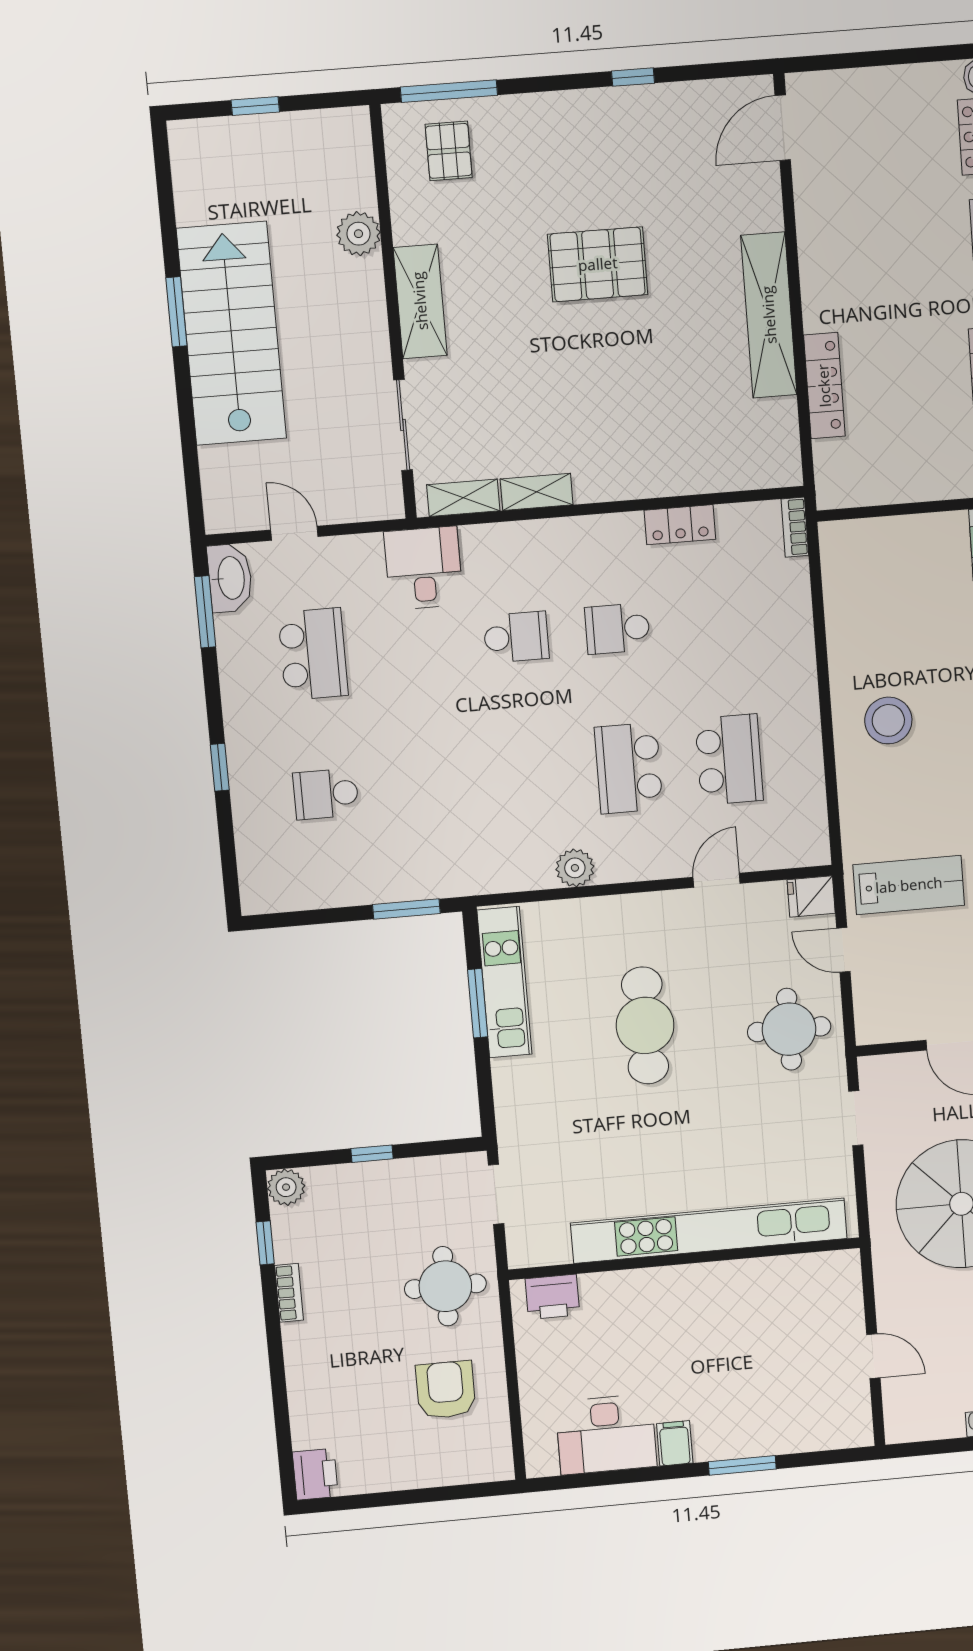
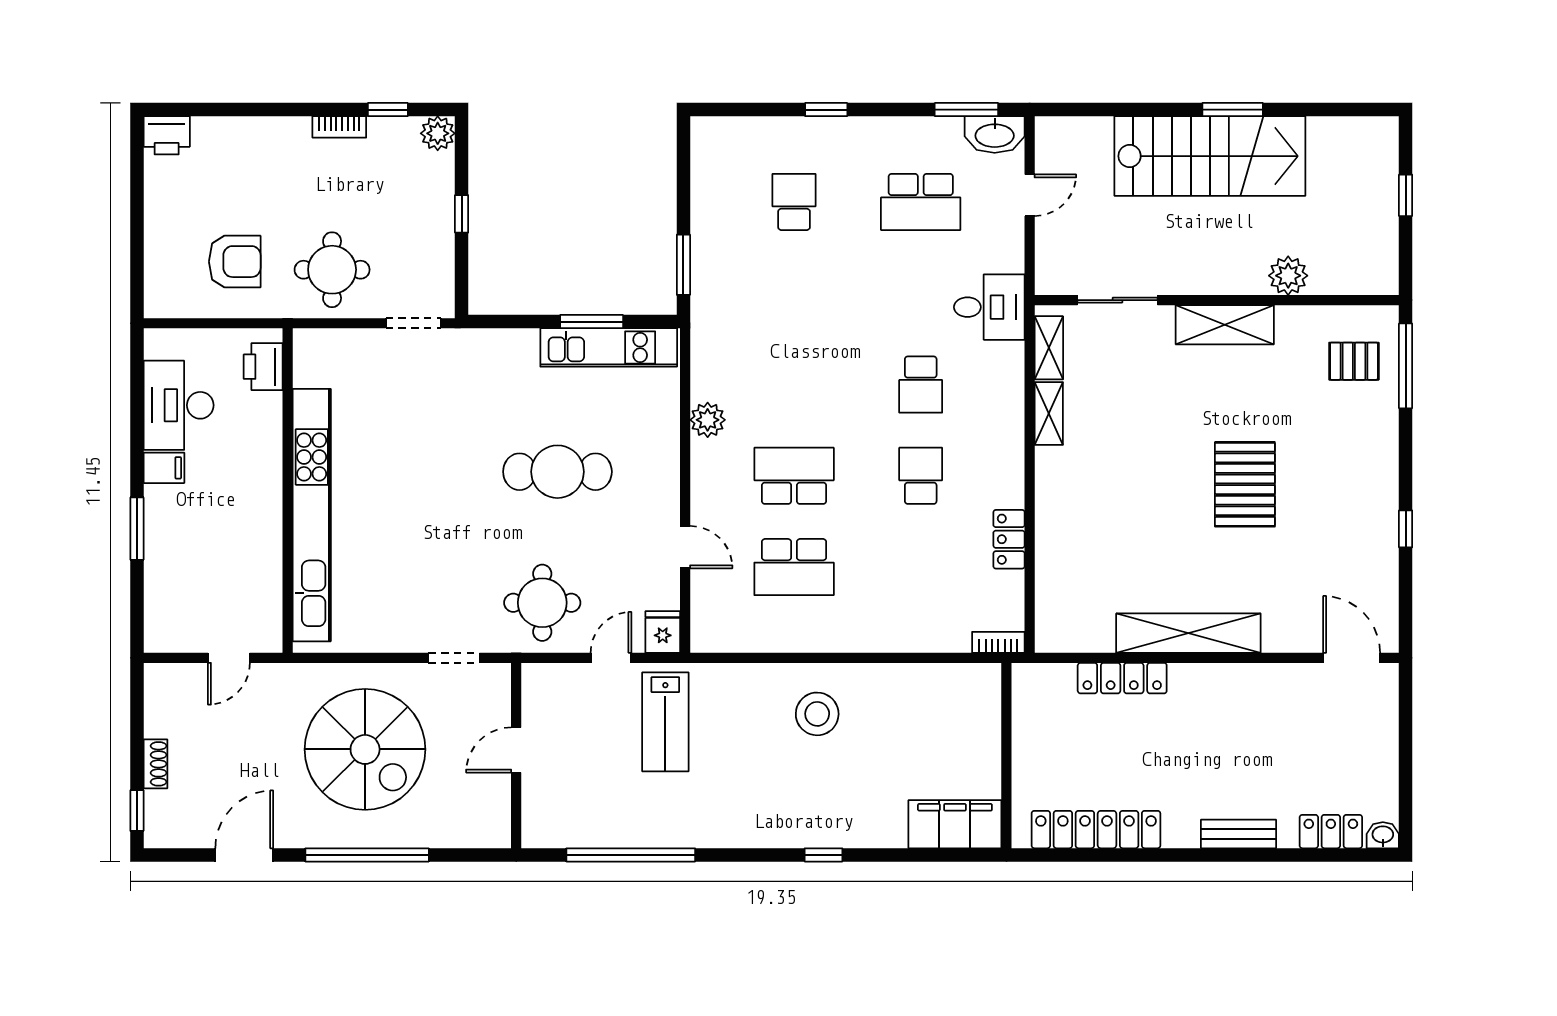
kitchen unit: (709, 1231) -> (312, 515), moved
wall: (684, 1259) -> (288, 491), moved
printer: (552, 1297) -> (263, 367), moved

